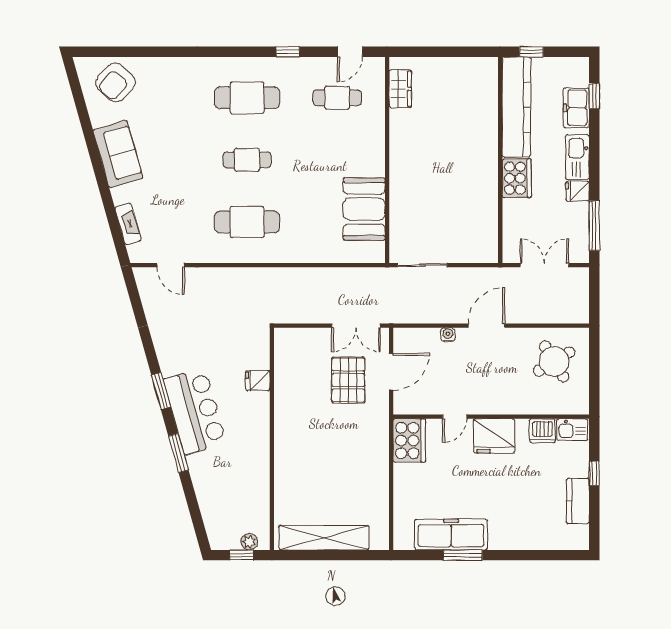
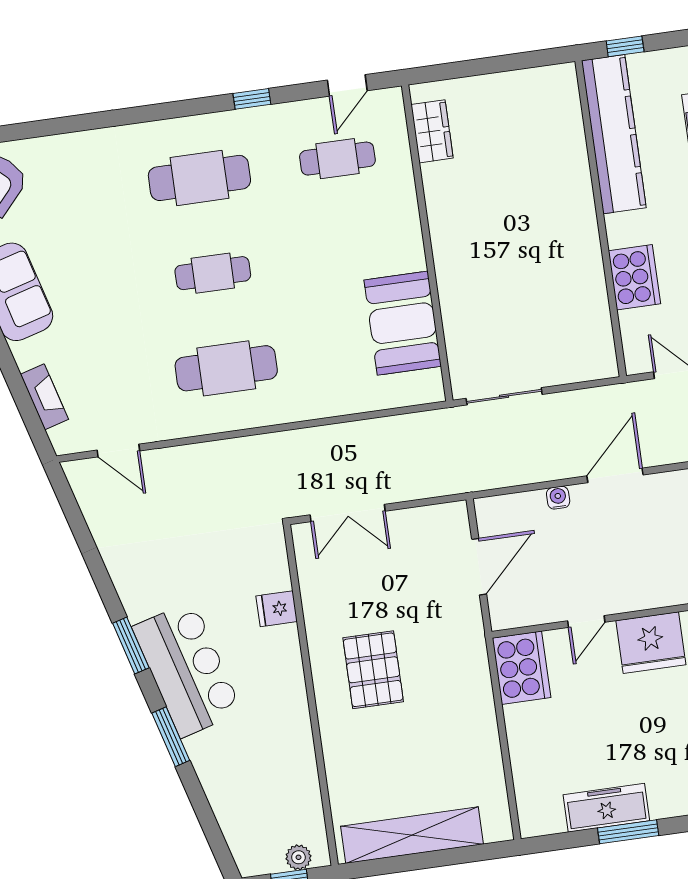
cooker: (517, 178) -> (634, 277), moved
double door: (356, 326) -> (348, 513), moved
pallet: (348, 380) -> (373, 670), moved
freezer: (451, 534) -> (606, 808), width x0.73, depth x0.79

